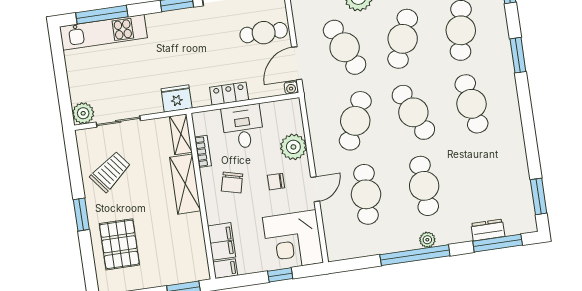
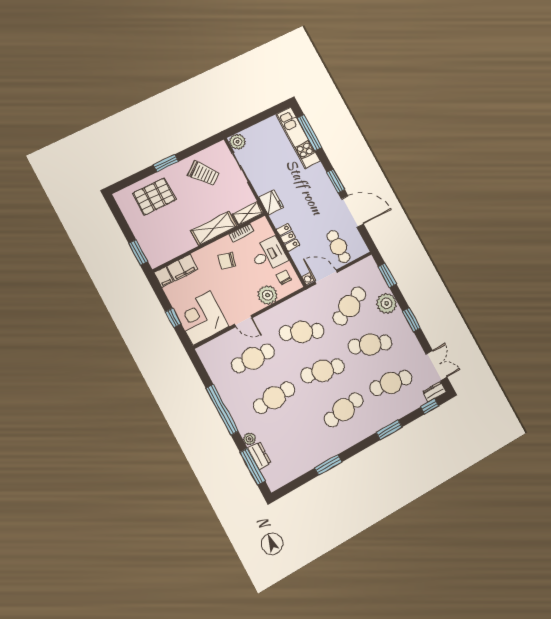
cafe table: (413, 112) -> (323, 371), turned 36
chair: (276, 182) -> (284, 277), moved
window: (539, 196) -> (328, 465), moved
plant: (427, 240) -> (250, 439), moved

